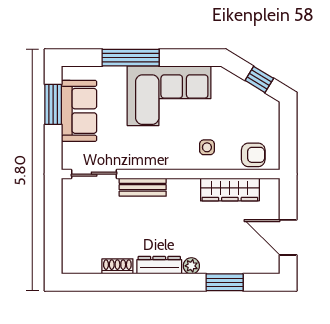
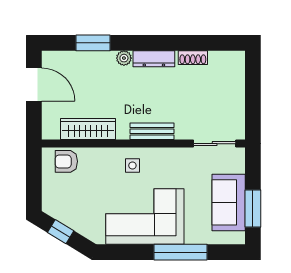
side table: (207, 147) -> (132, 166), moved
bench: (143, 187) -> (152, 131), moved

